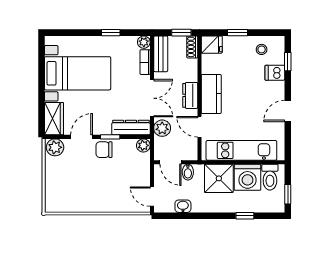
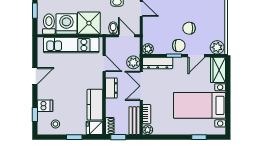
window: (111, 33) -> (199, 137), moved
kitchen counter: (211, 94) -> (95, 105), moved
chair: (91, 172) -> (189, 28), added

